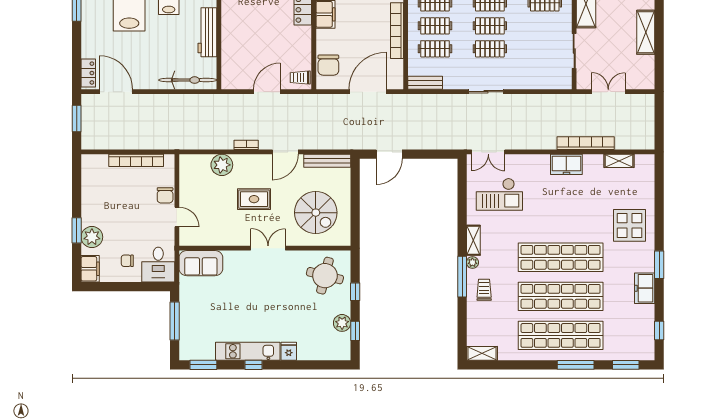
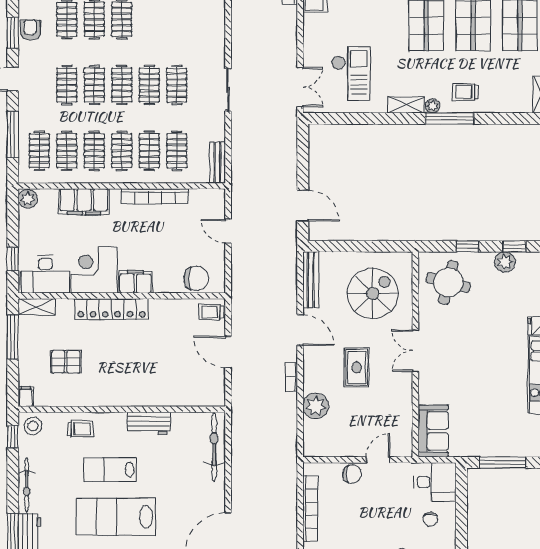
workbench: (207, 32) -> (149, 423), width x0.73
trolley: (300, 78) -> (211, 312), turned 90
door: (368, 92) -> (228, 231), width x0.53

